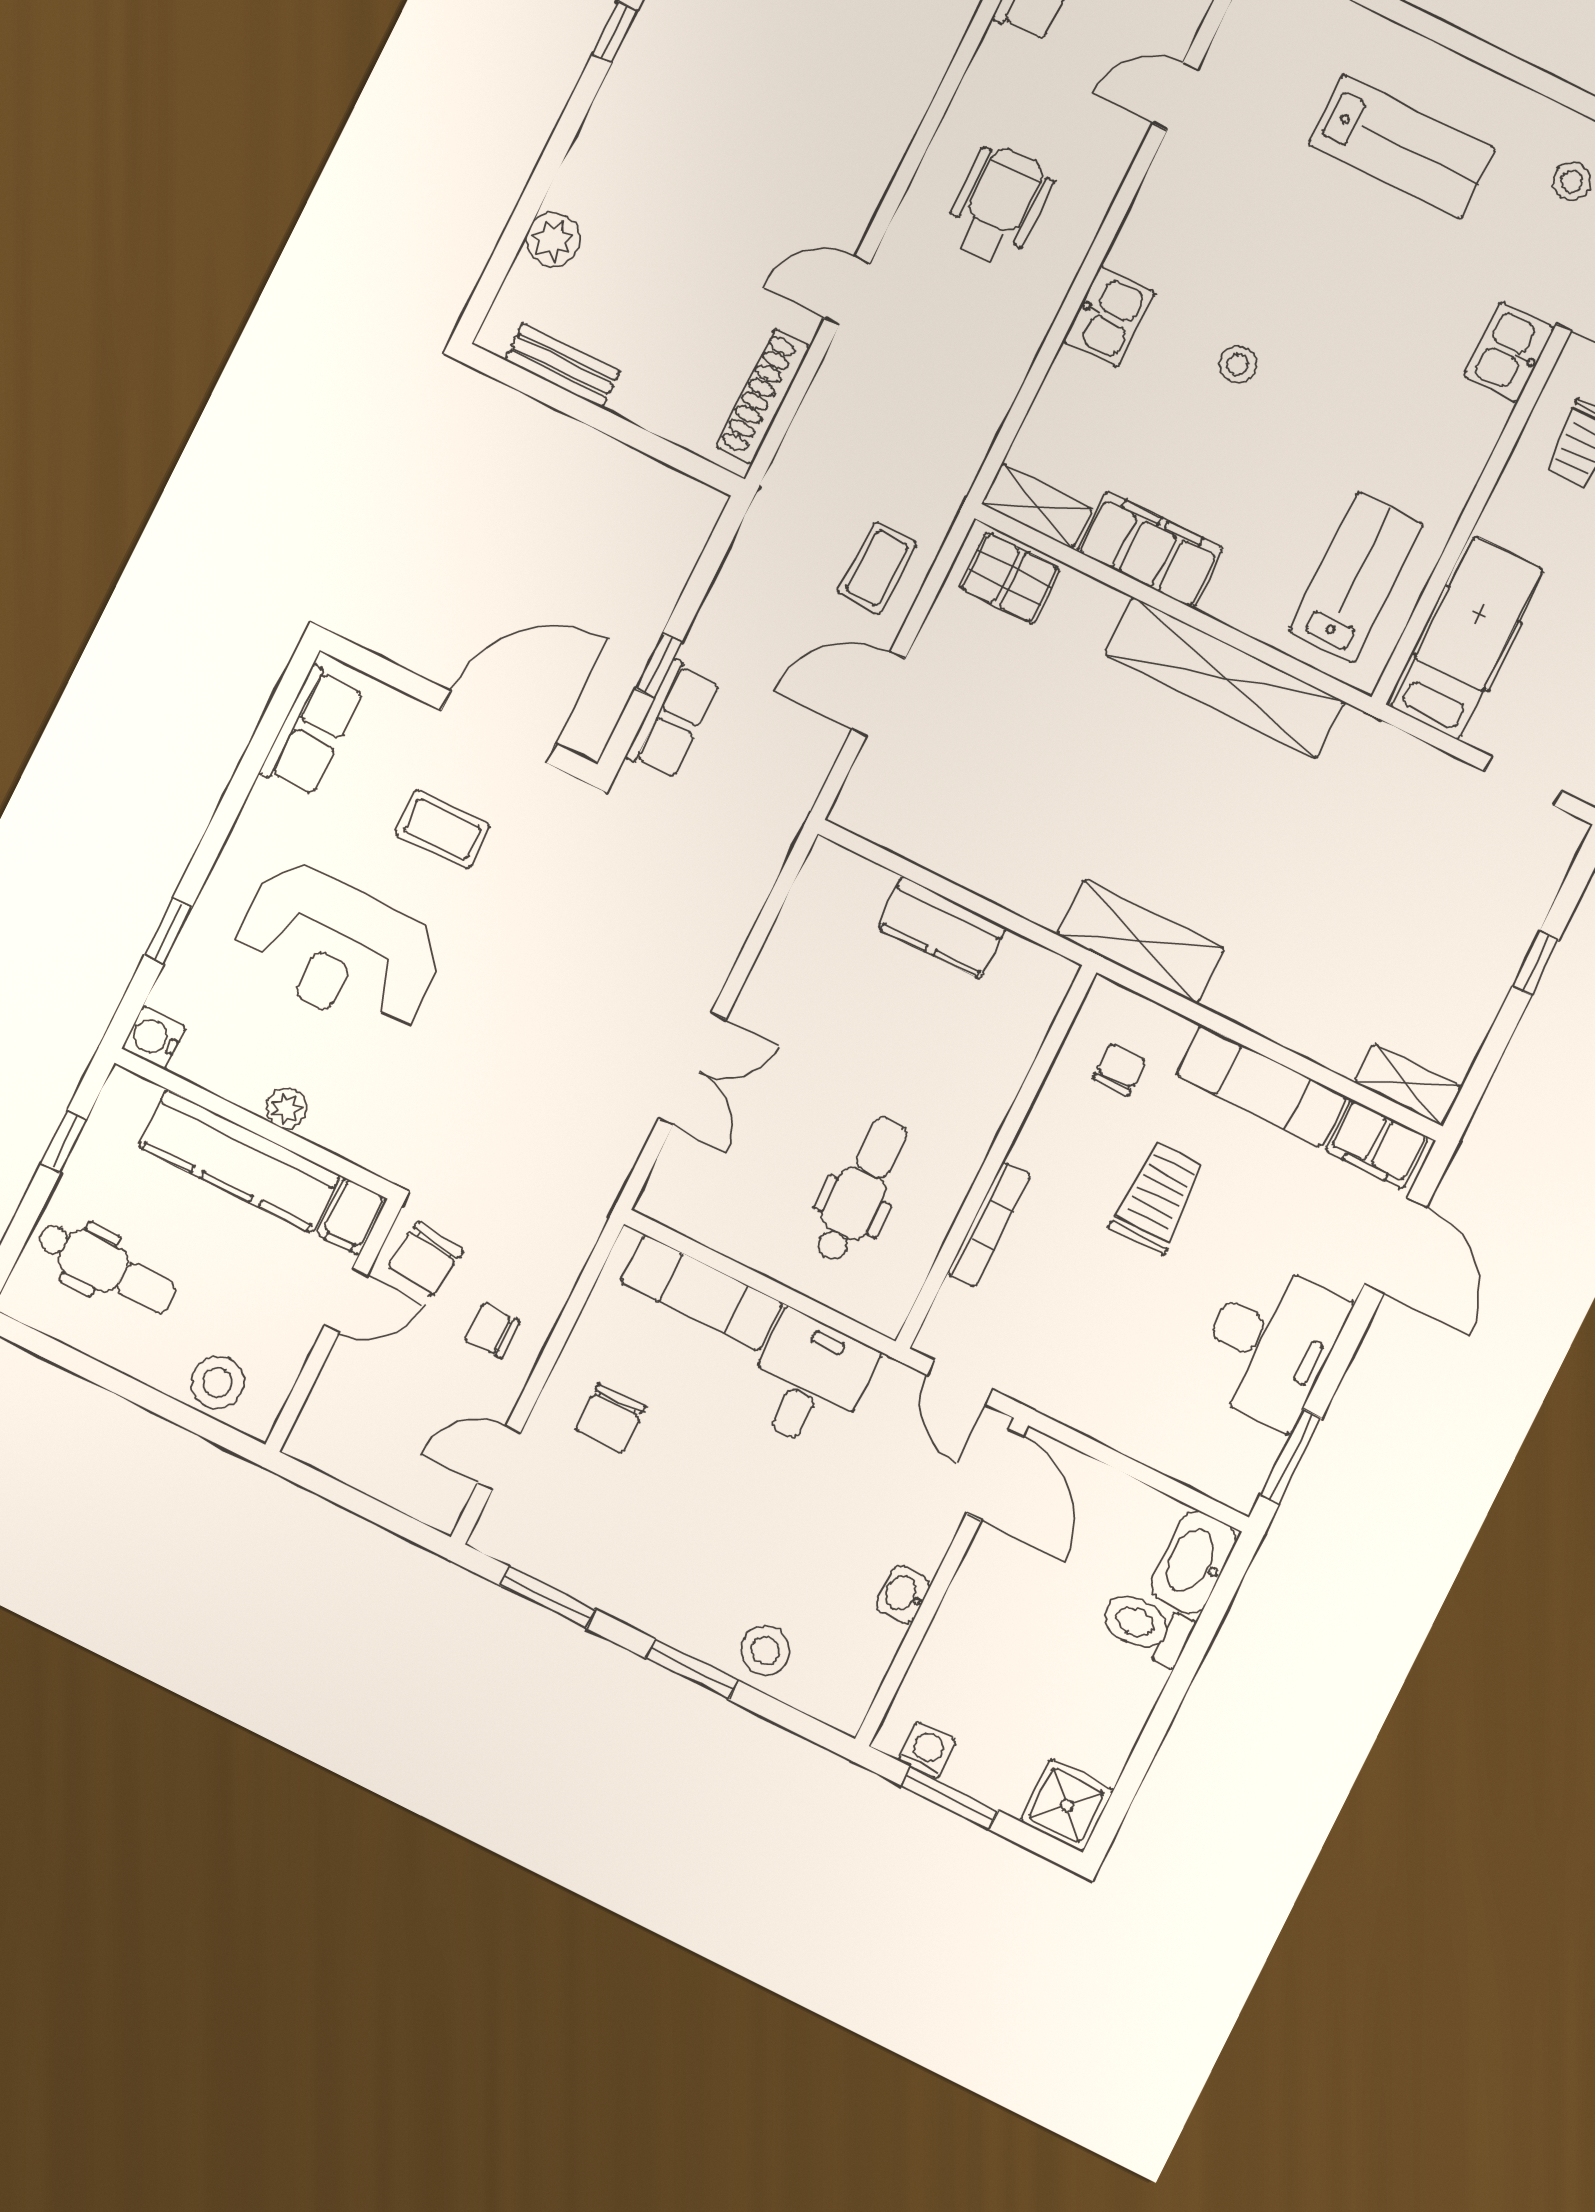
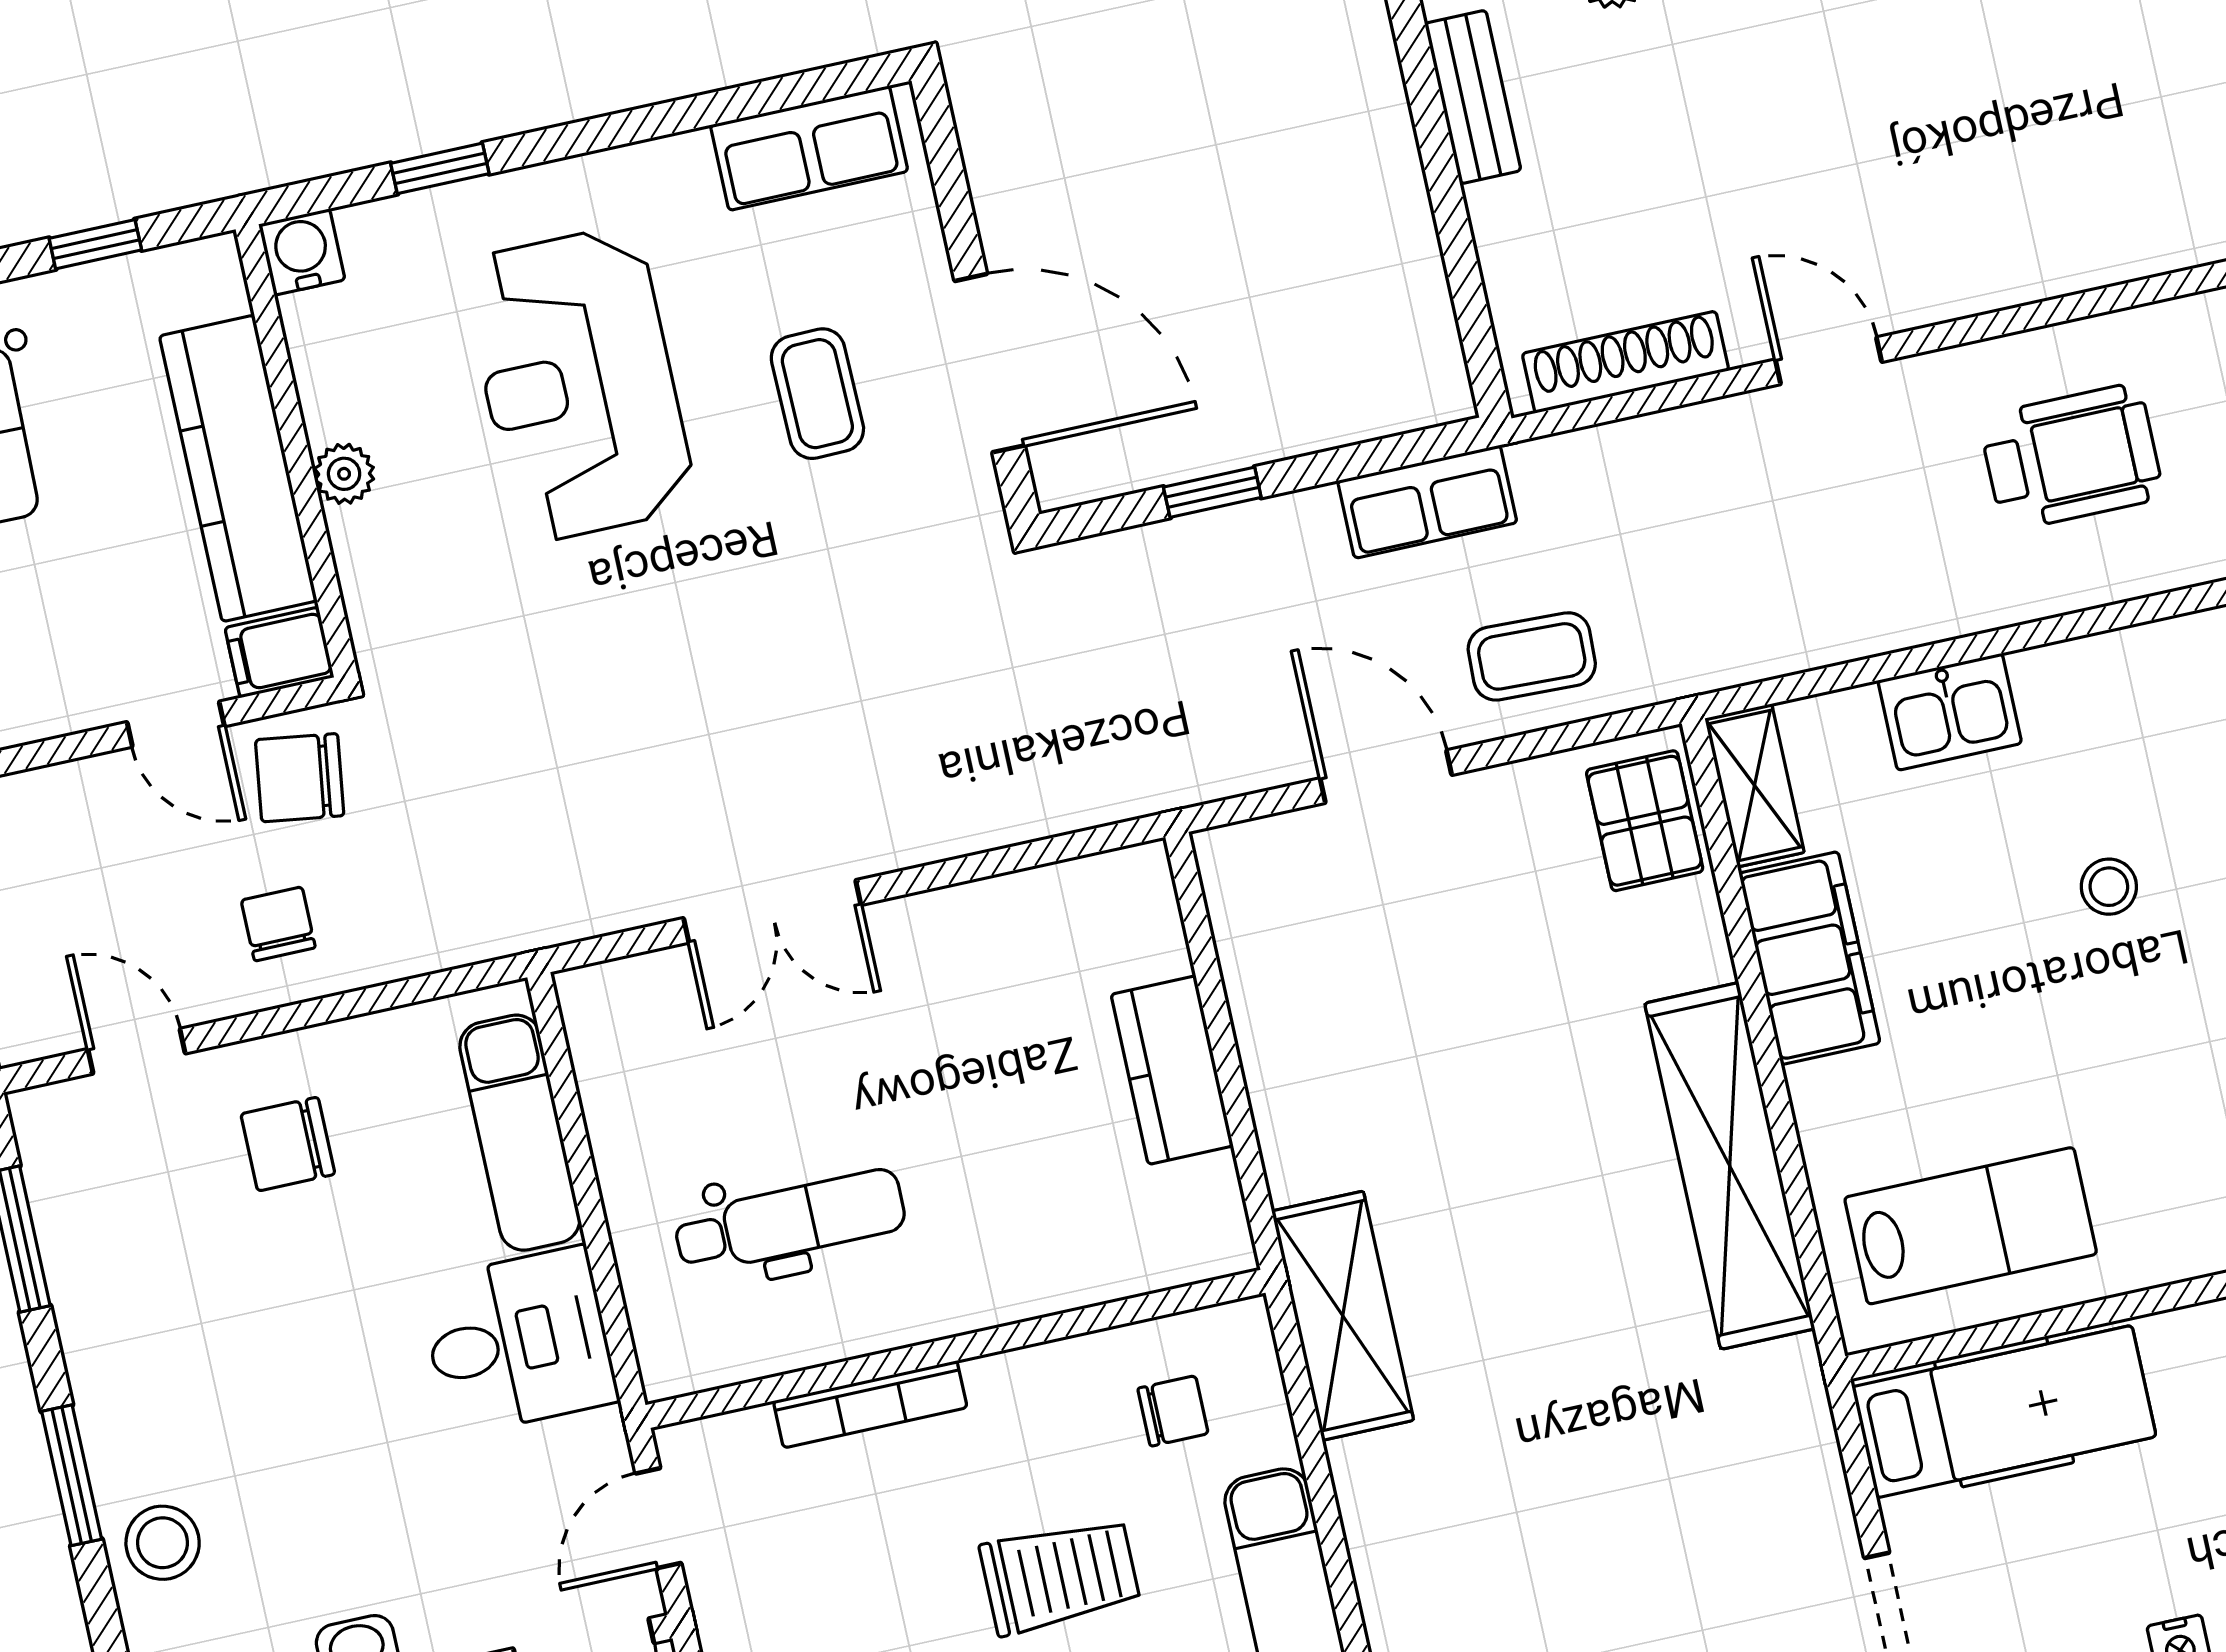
kitchen sink: (1109, 316) -> (1950, 712), moved
row of seats: (673, 719) -> (1427, 502), moved

